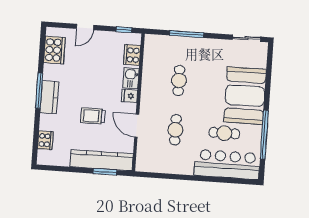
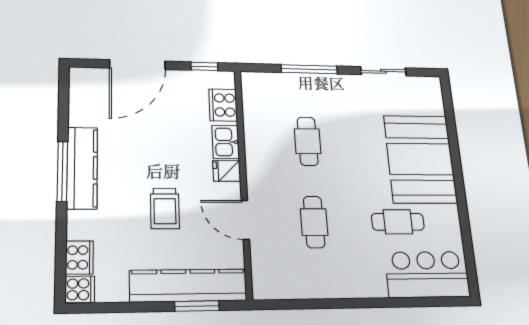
door: (85, 27) -> (137, 65), width x1.87
sliding door: (246, 38) -> (383, 71), moved
cooker: (54, 50) -> (80, 289), moved, width x0.53, depth x0.76
kitchen counter: (49, 97) -> (82, 168), width x1.50
trolley: (93, 116) -> (165, 208), turned -90
window: (264, 135) -> (464, 220), removed
bar counter: (227, 165) -> (427, 274), width x0.73

